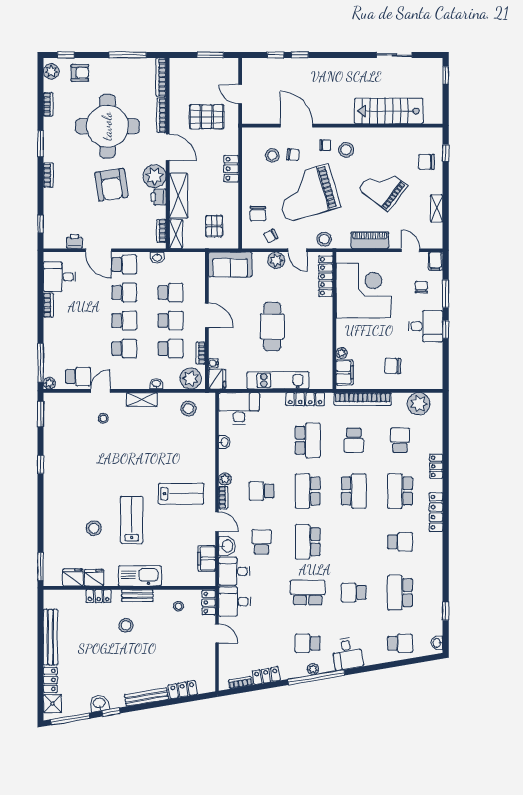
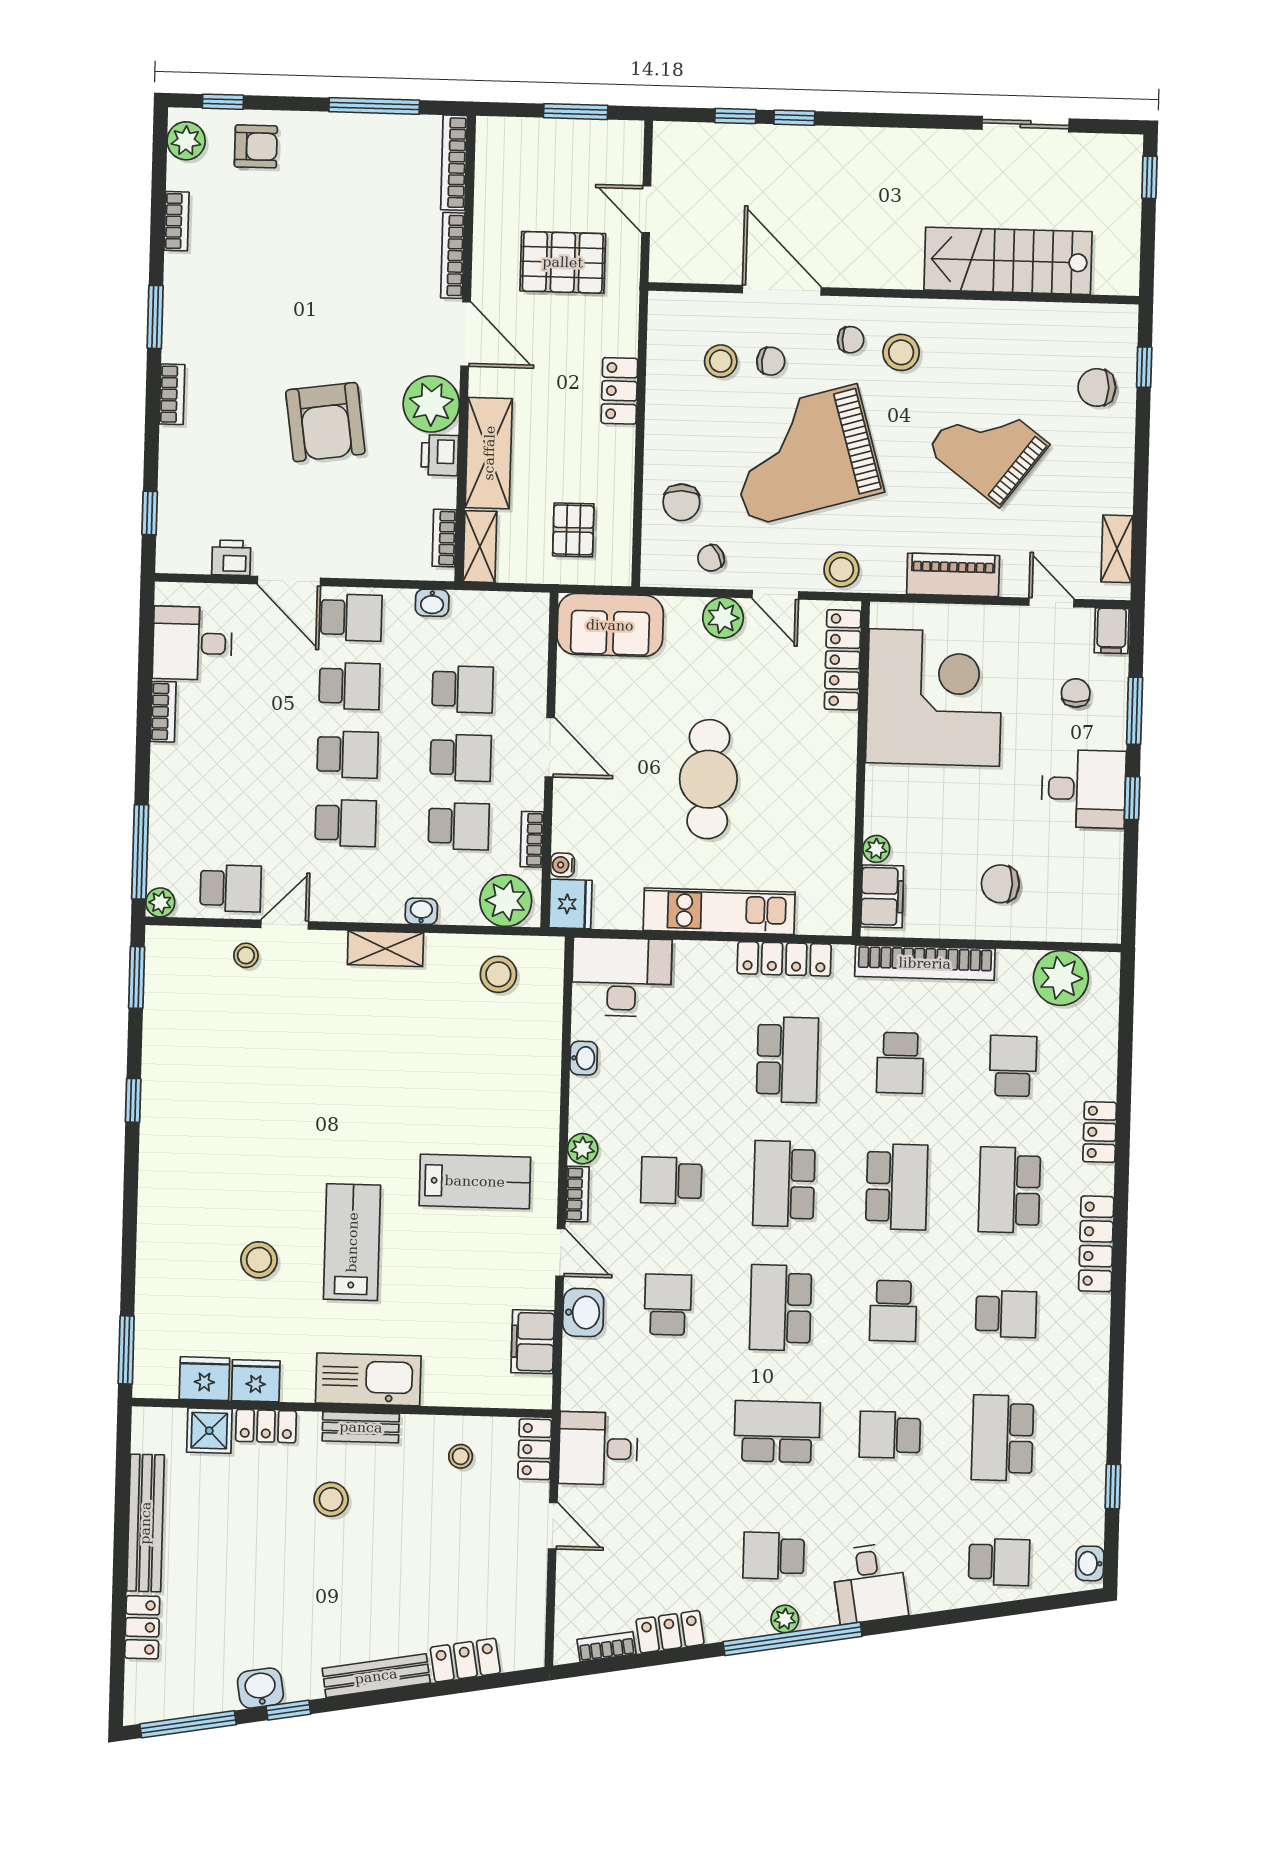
round table: (107, 126) -> (320, 279), removed
shelving: (437, 208) -> (1117, 549), moved
stool: (103, 418) -> (246, 955), moved
school desk: (354, 542) -> (893, 1311), added
desk: (234, 571) -> (599, 1375), removed
shower: (52, 704) -> (209, 1431), moved

